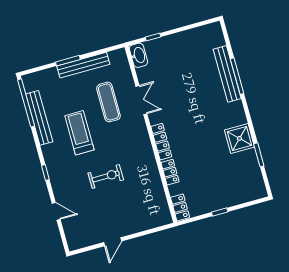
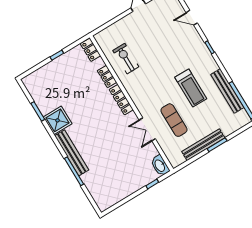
bench: (227, 74) -> (72, 153), moved
exercise bike: (106, 176) -> (126, 59), moved, turned 90

